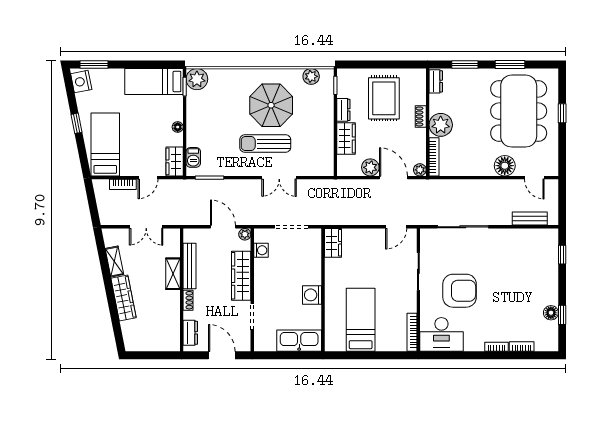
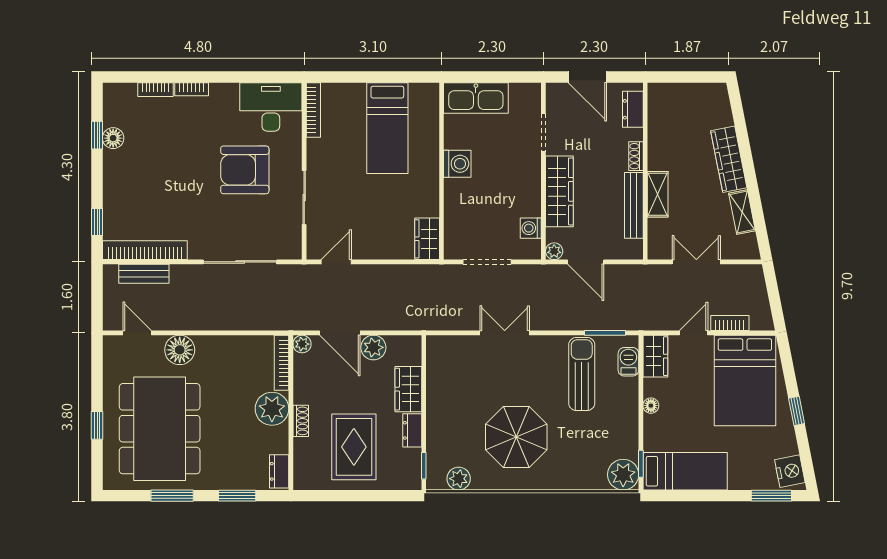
sun lounger: (265, 144) -> (582, 374), moved, turned -90
bed: (105, 145) -> (745, 380), width x1.50
bookcase: (529, 235) -> (145, 250), added

